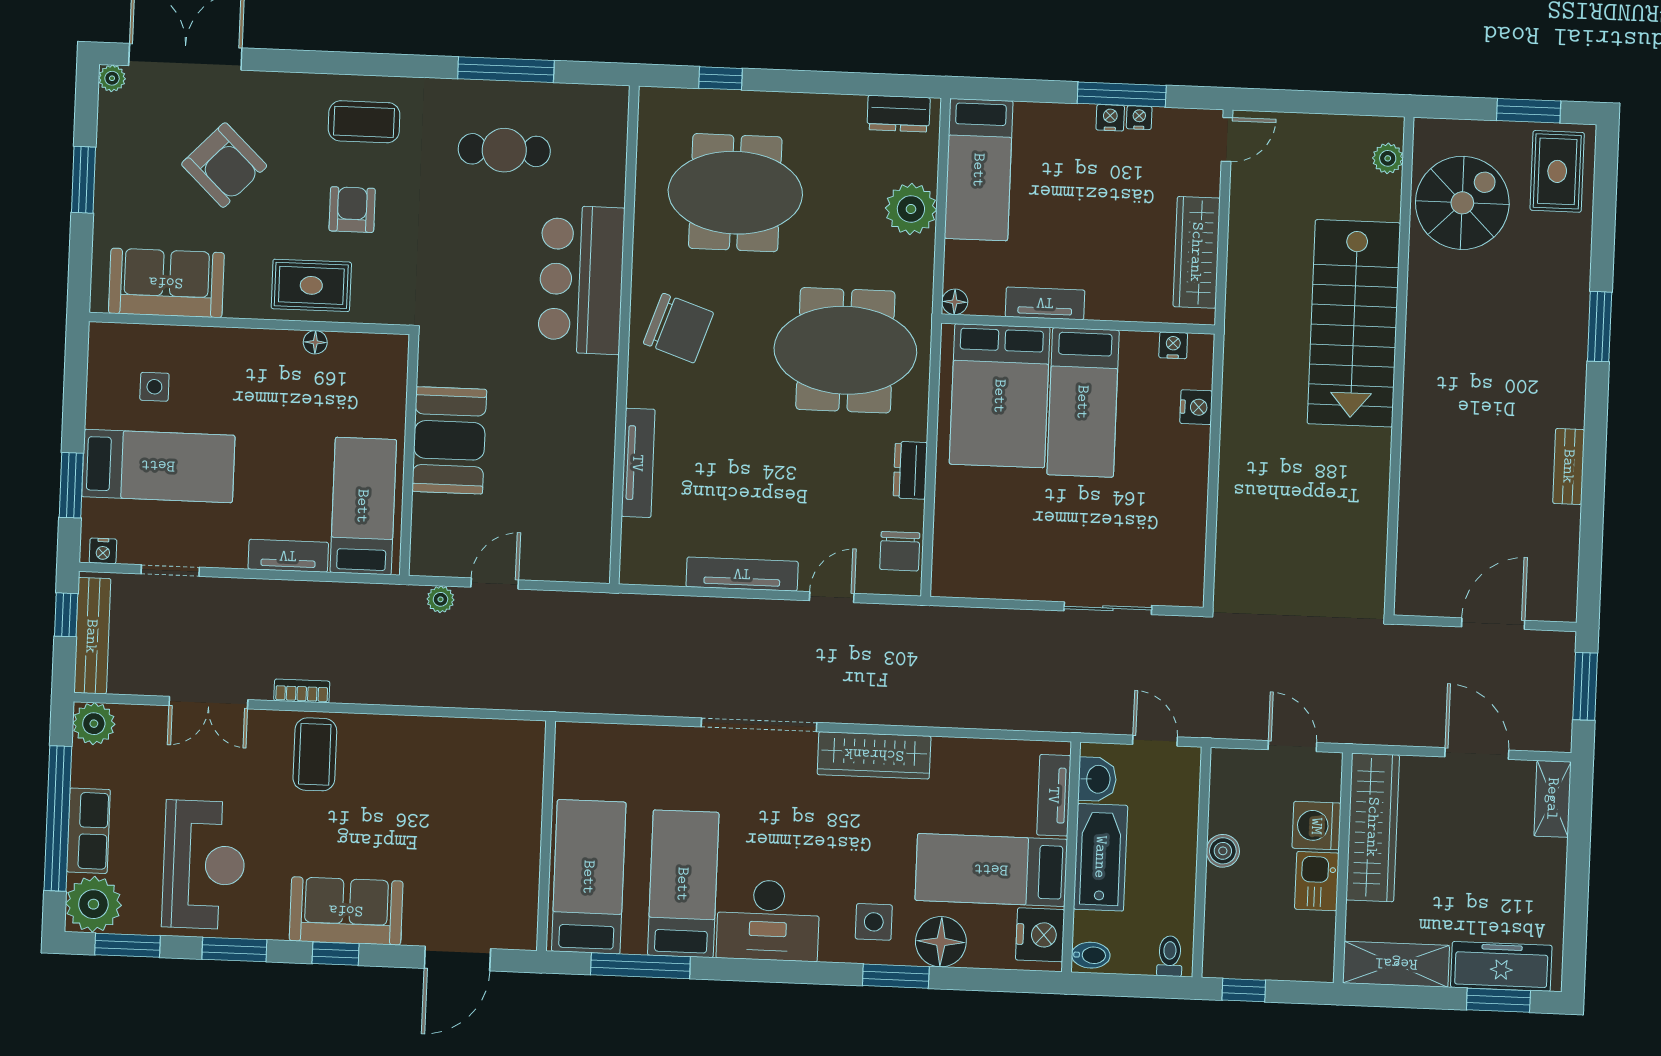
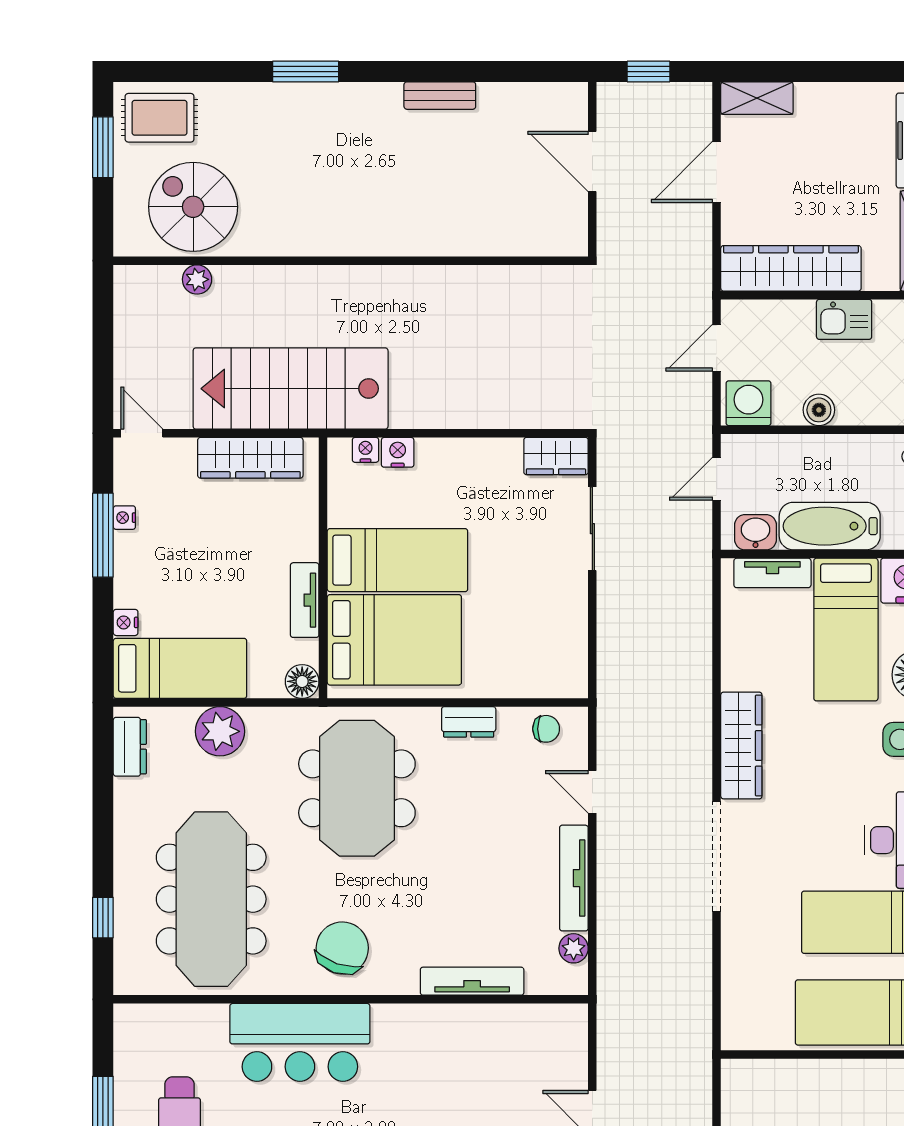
nightstand: (1110, 118) -> (126, 622), moved
plant: (1388, 158) -> (197, 279), moved
meeting table: (735, 193) -> (211, 899), width x1.36
floor lamp: (955, 302) -> (302, 681), width x1.37, depth x1.37
stairs: (1354, 323) -> (291, 389), moved, turned 180
nightstand: (1173, 345) -> (365, 450), moved, turned 90
chair: (900, 551) -> (546, 729), width x0.73, depth x0.73
plant: (668, 571) -> (574, 948), added
wardrobe: (1186, 573) -> (556, 456), added
window: (1585, 686) -> (649, 72), width x0.67
washing machine: (1317, 826) -> (749, 403), moved, turned 180

